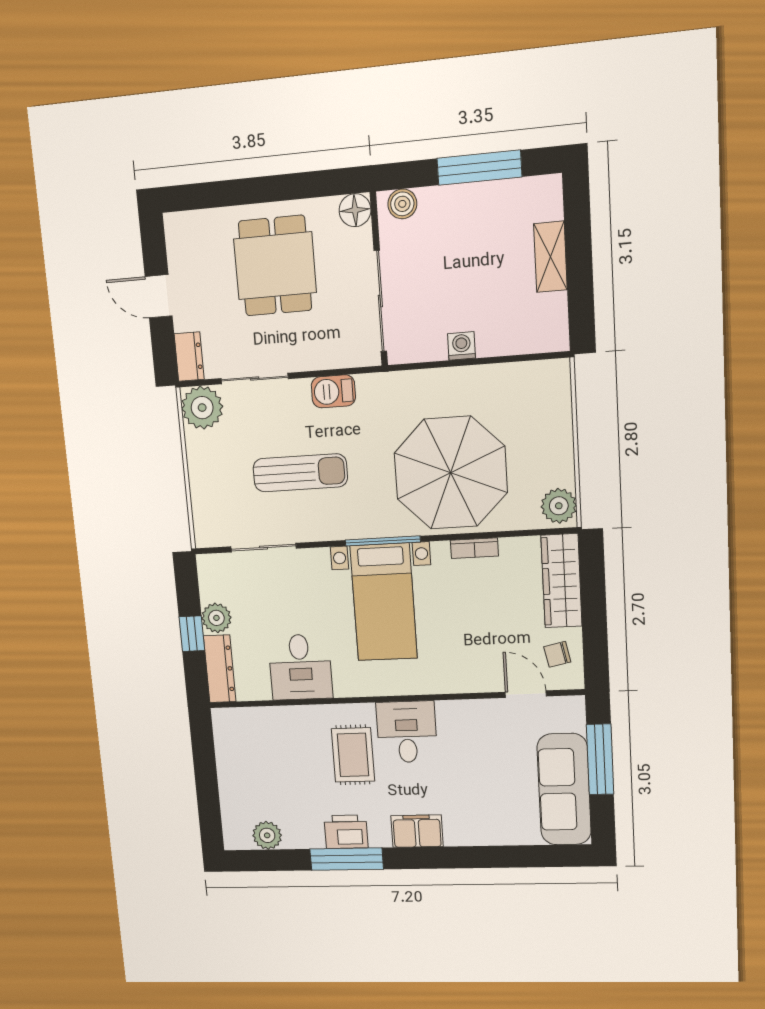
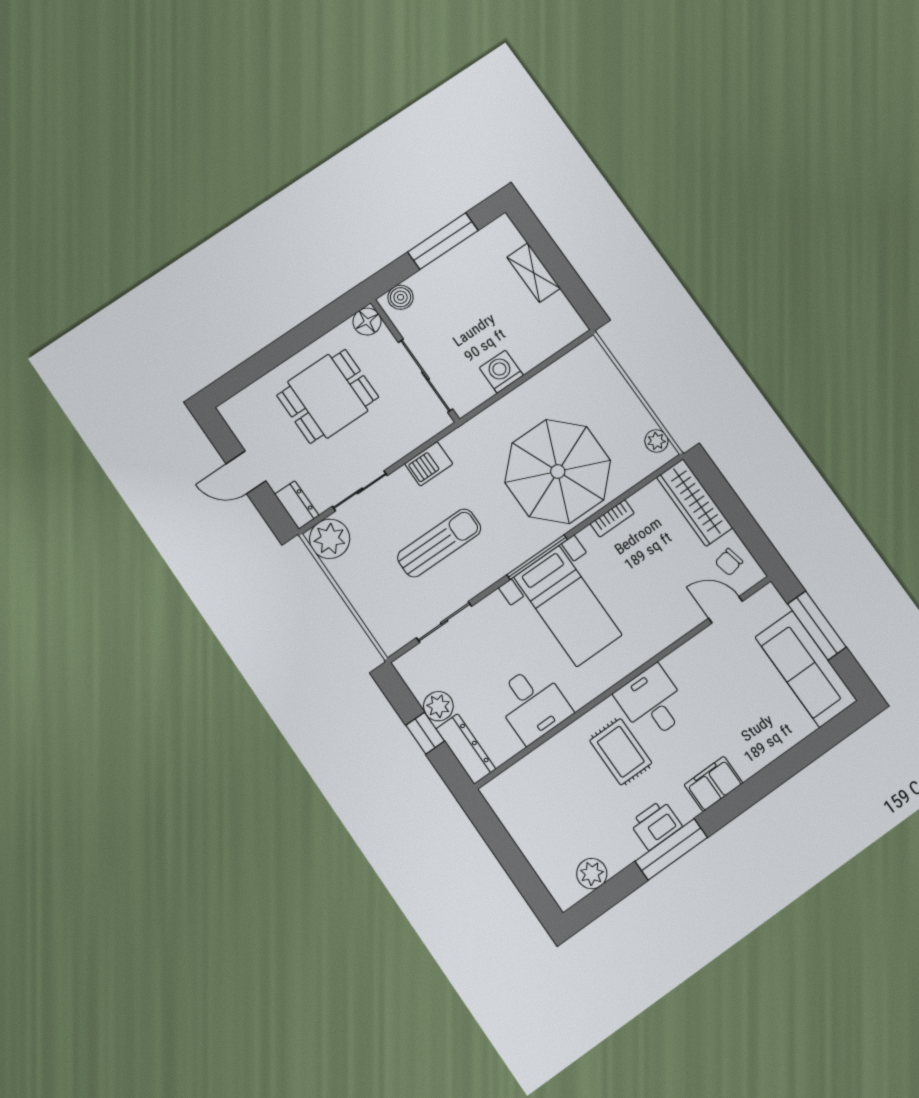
dining table: (275, 266) -> (328, 396), turned 90
washing machine: (462, 346) -> (501, 372), width x1.38, depth x1.38
plant: (559, 506) -> (656, 441), width x0.73, depth x0.73

